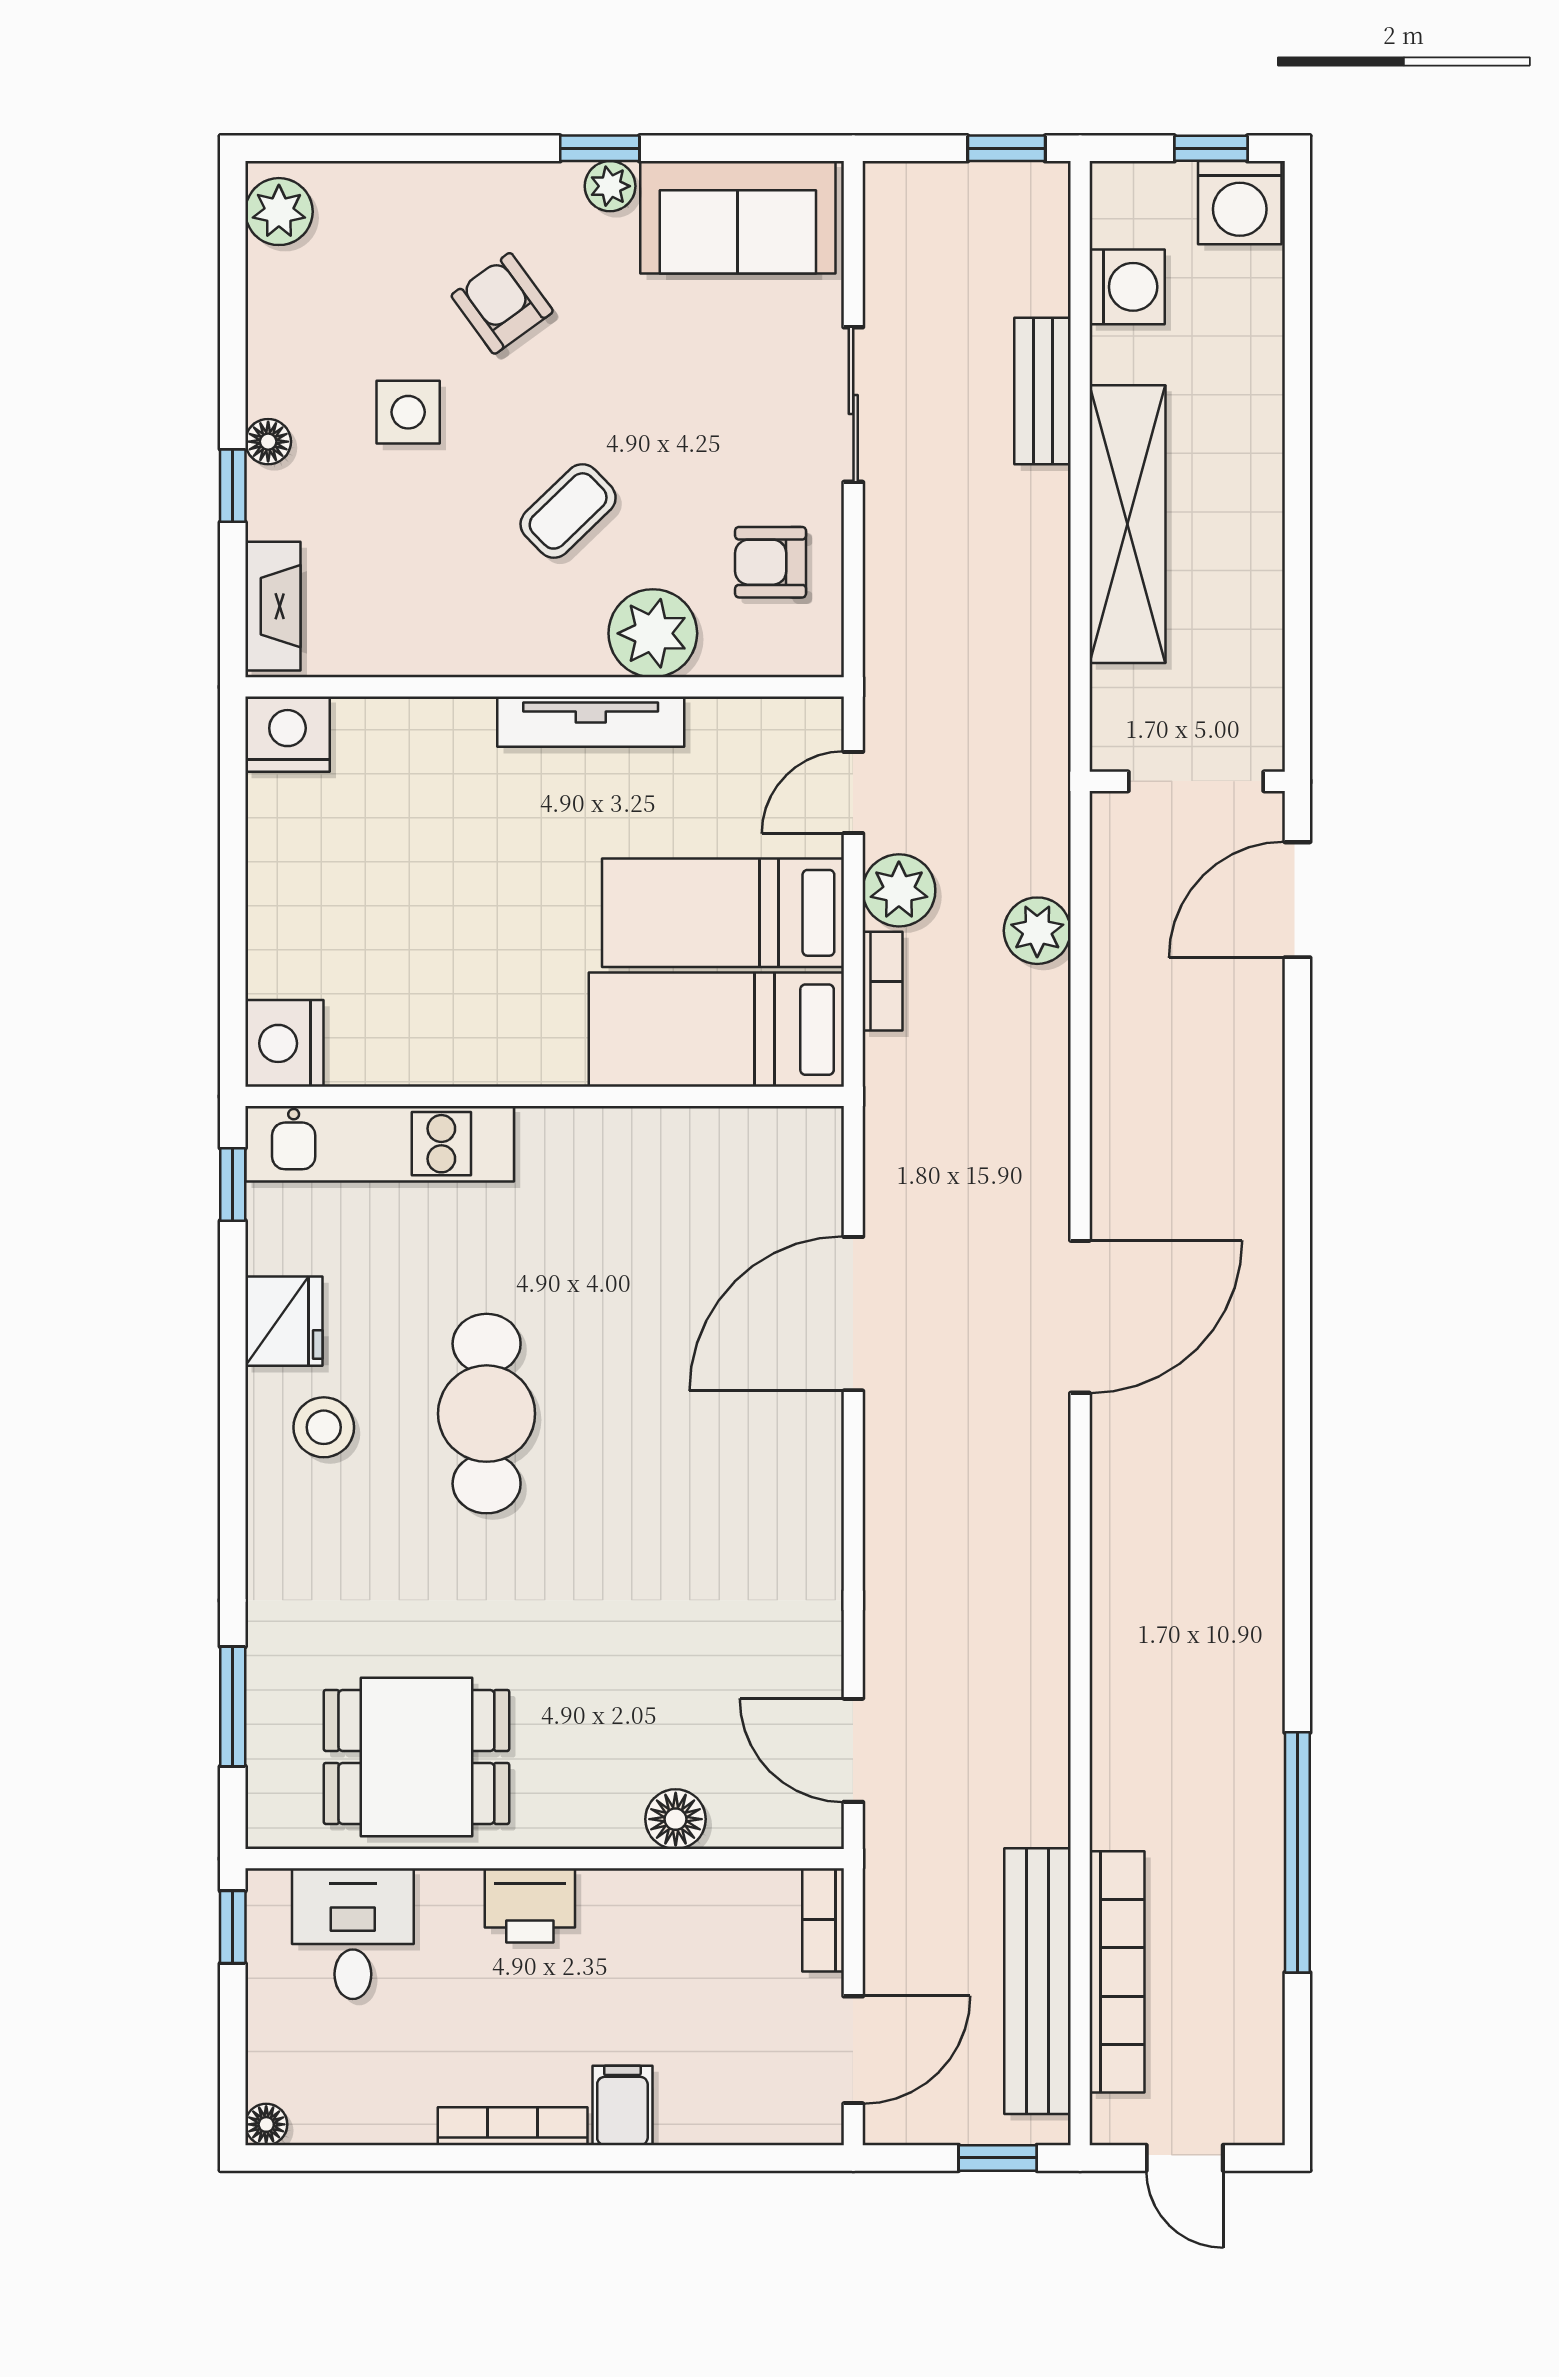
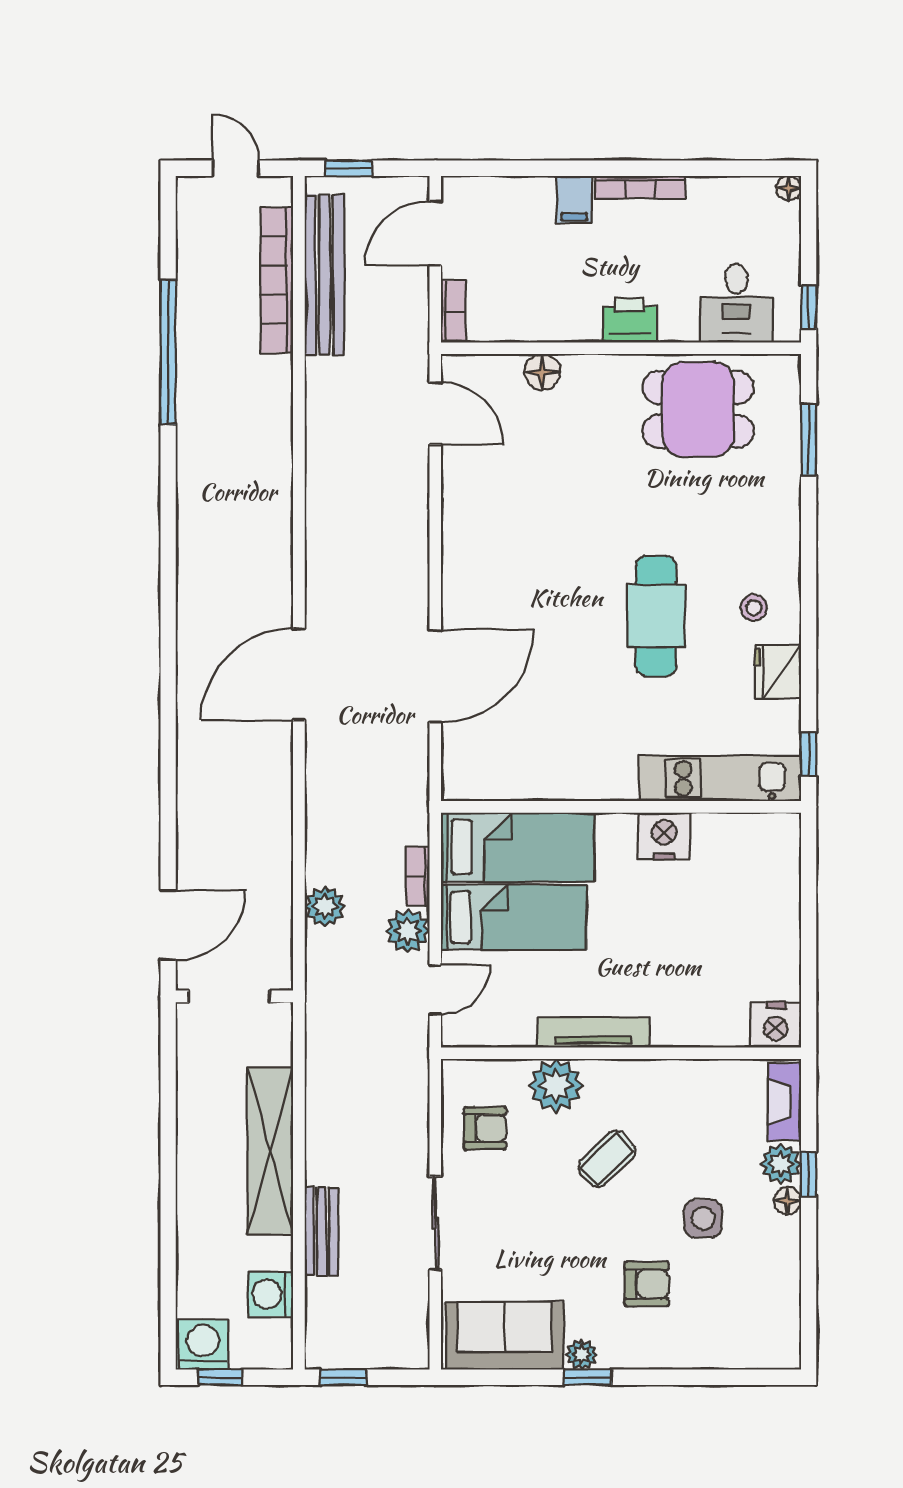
plant: (279, 212) -> (781, 1164), moved
armchair: (502, 303) -> (647, 1284), turned -54
nightstand: (284, 1043) -> (664, 836), moved, turned -90
stool: (324, 1427) -> (754, 608), width x0.73, depth x0.73

